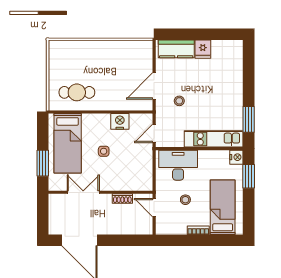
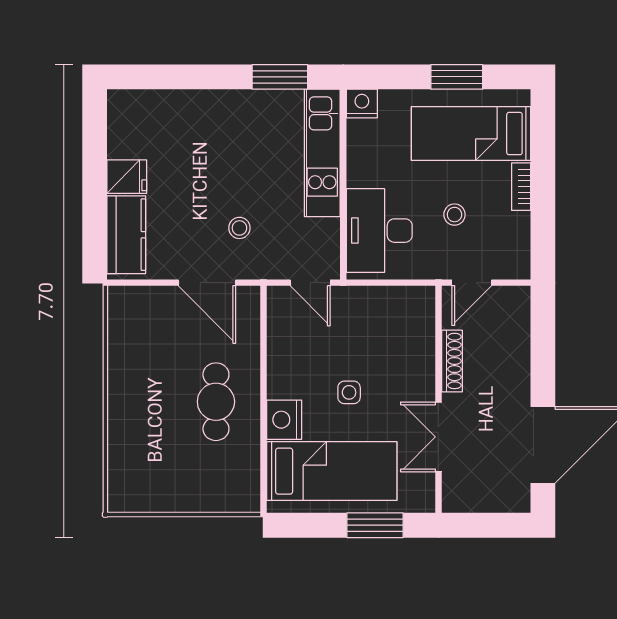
cafe table: (77, 92) -> (216, 402), moved
nightstand: (120, 121) -> (284, 420), moved
window: (249, 176) -> (457, 77), moved
shoe rack: (122, 199) -> (452, 361), width x1.43

